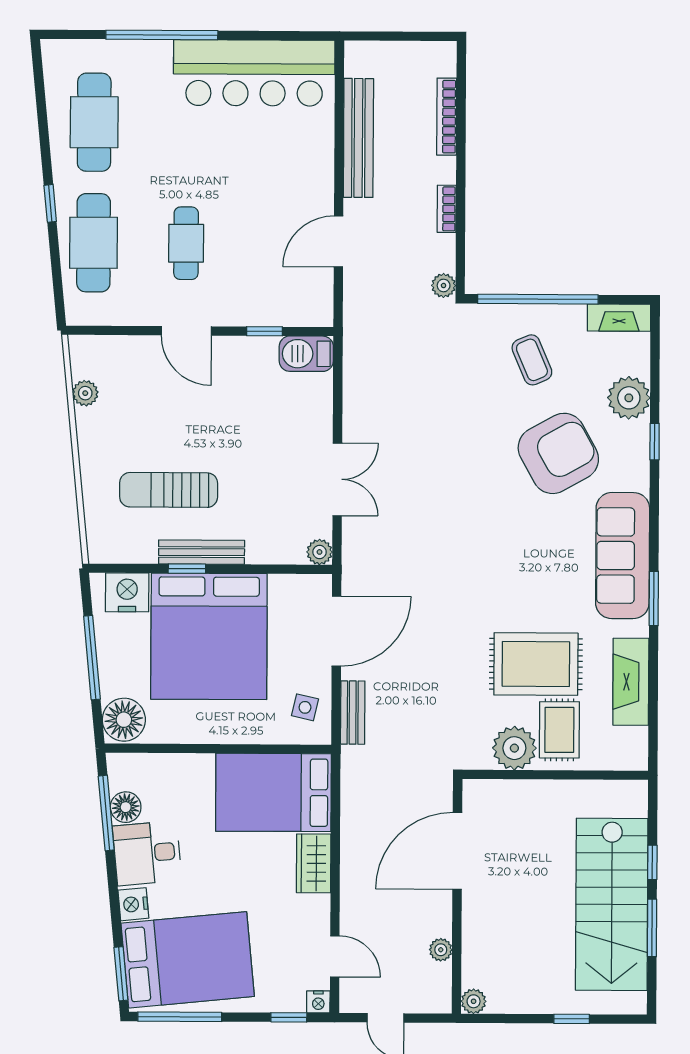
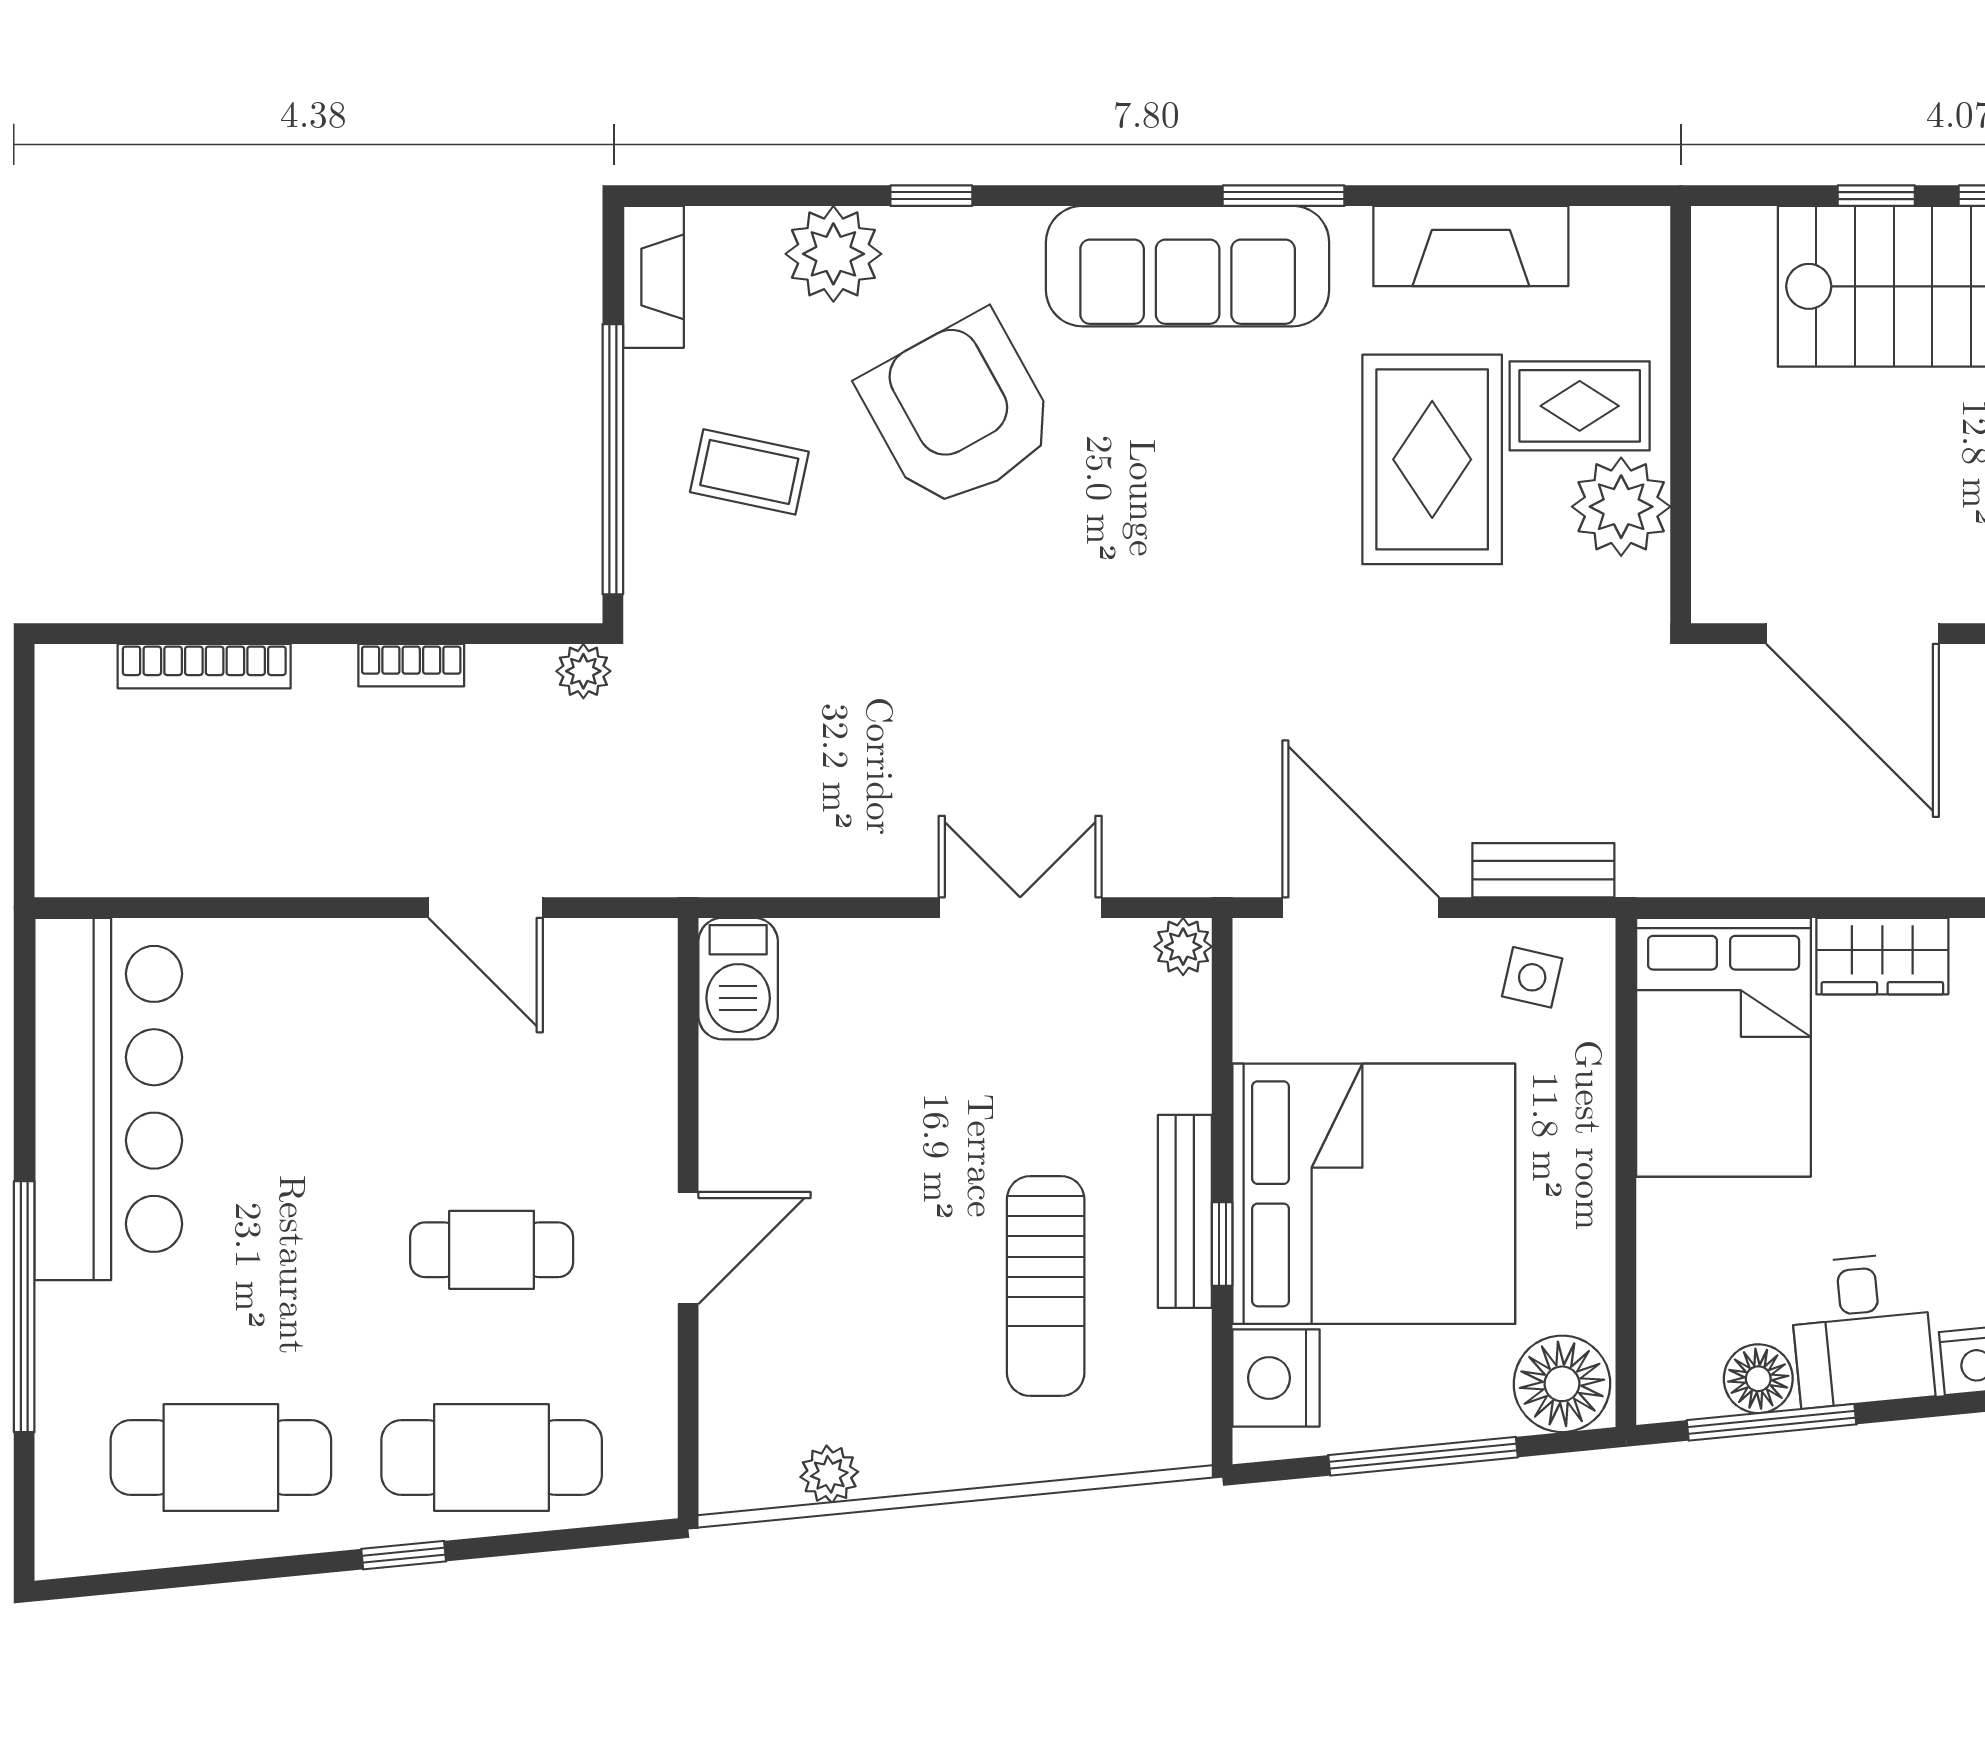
bench: (358, 138) -> (253, 864), removed
window: (264, 331) -> (688, 1073), removed
coffee table: (532, 360) -> (749, 472), turned 35

